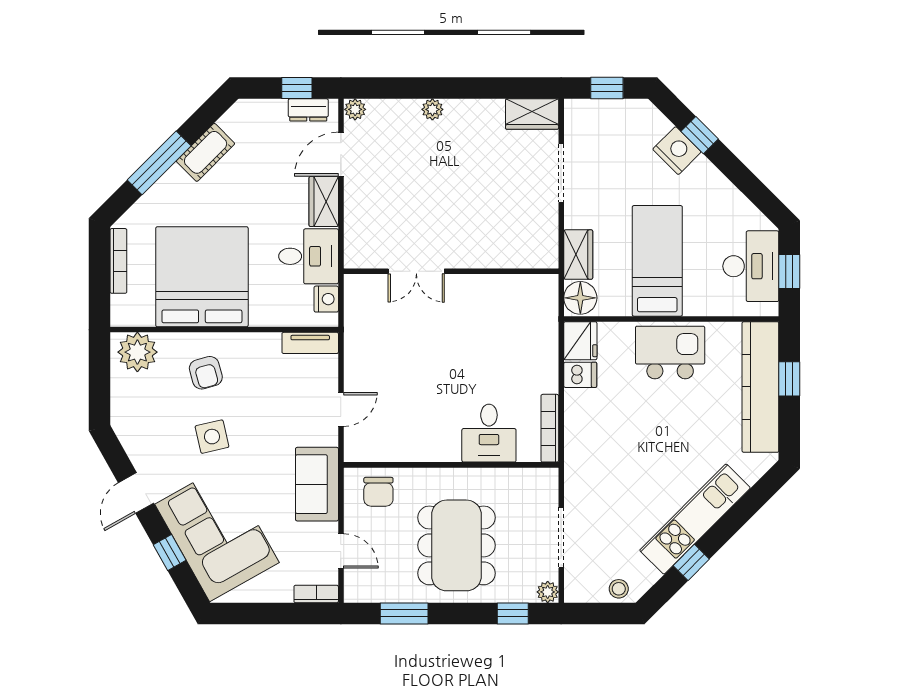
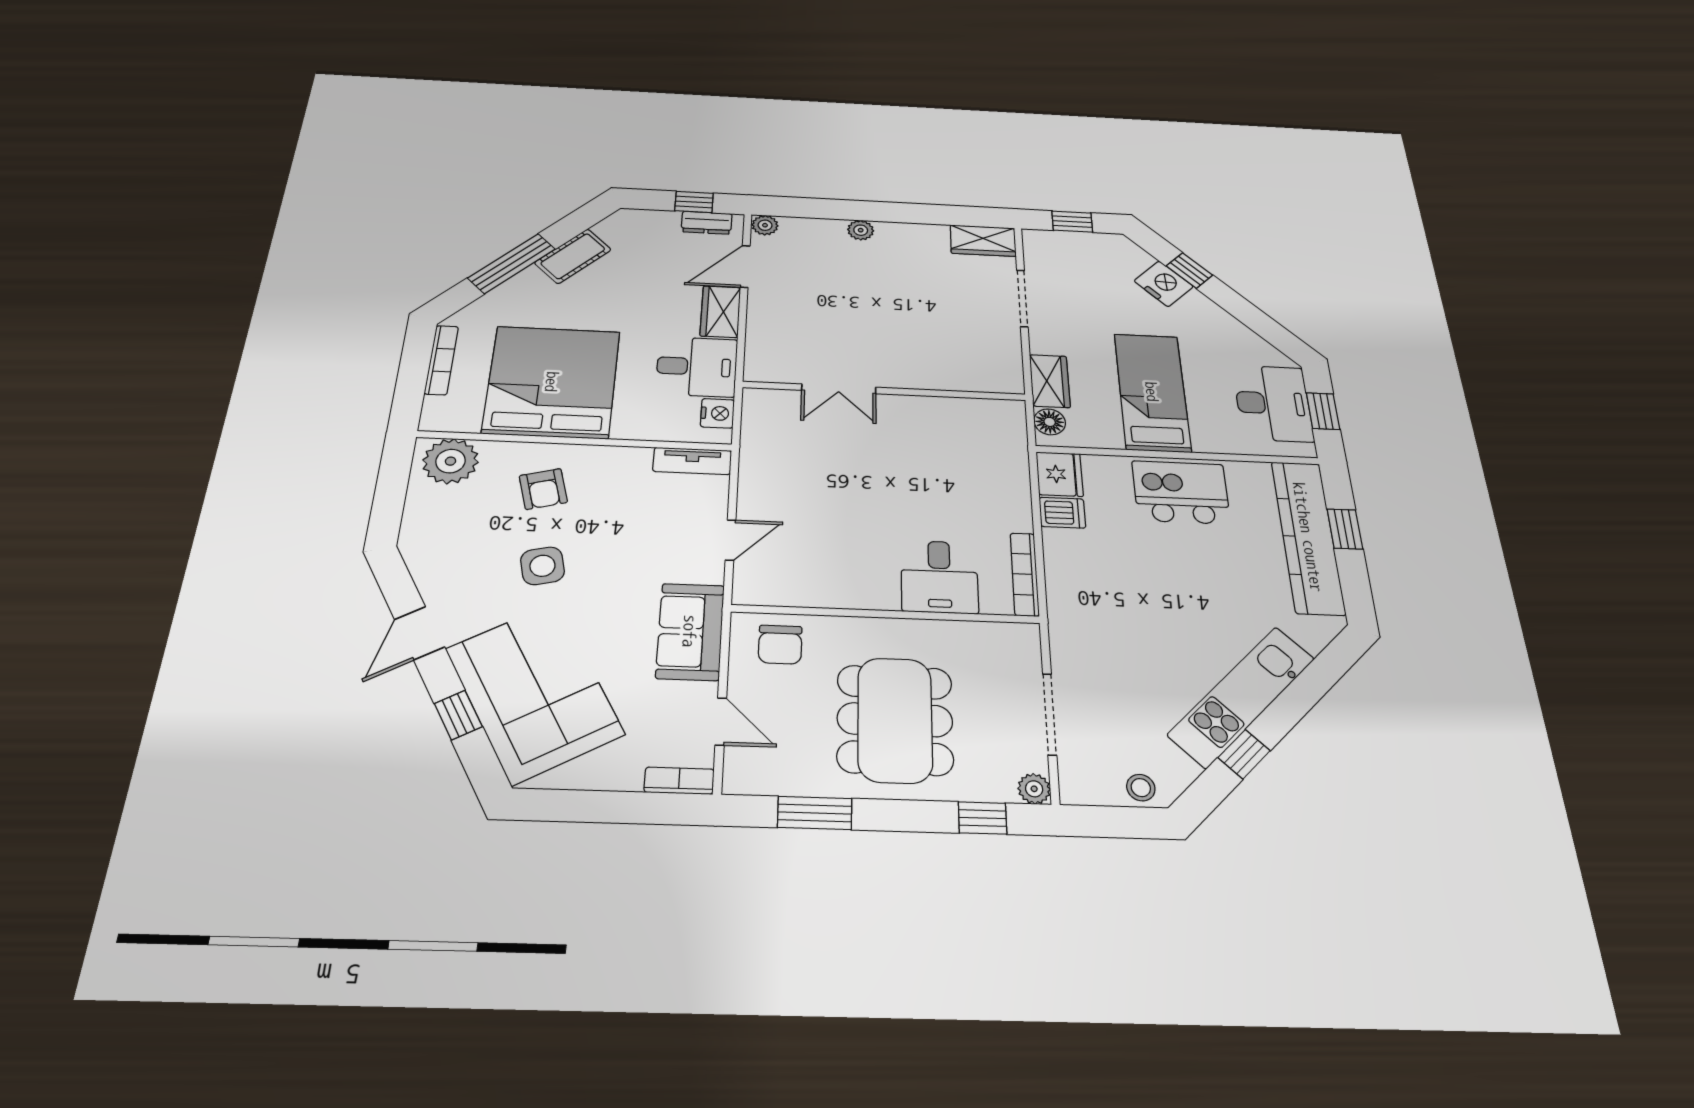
floor lamp: (580, 298) -> (1050, 422), width x0.73, depth x0.73

